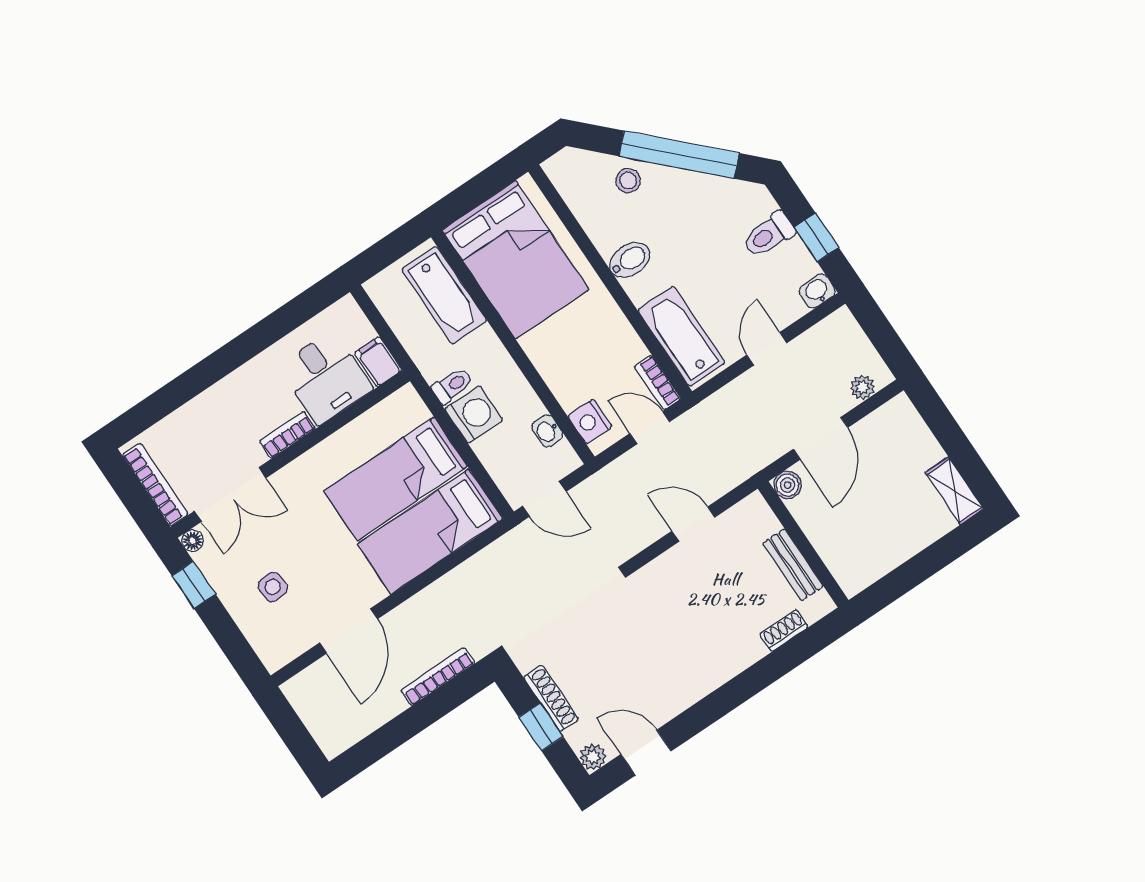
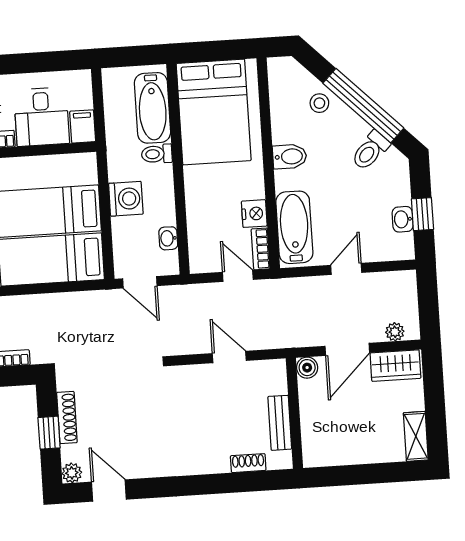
toilet: (769, 235) -> (370, 151), moved, turned -45
washbasin: (817, 291) -> (403, 219), moved, turned -90
toilet: (452, 386) -> (157, 154), moved, turned 180
nightstand: (590, 421) -> (254, 214), moved, turned 180
wardrobe: (885, 425) -> (395, 366), added

